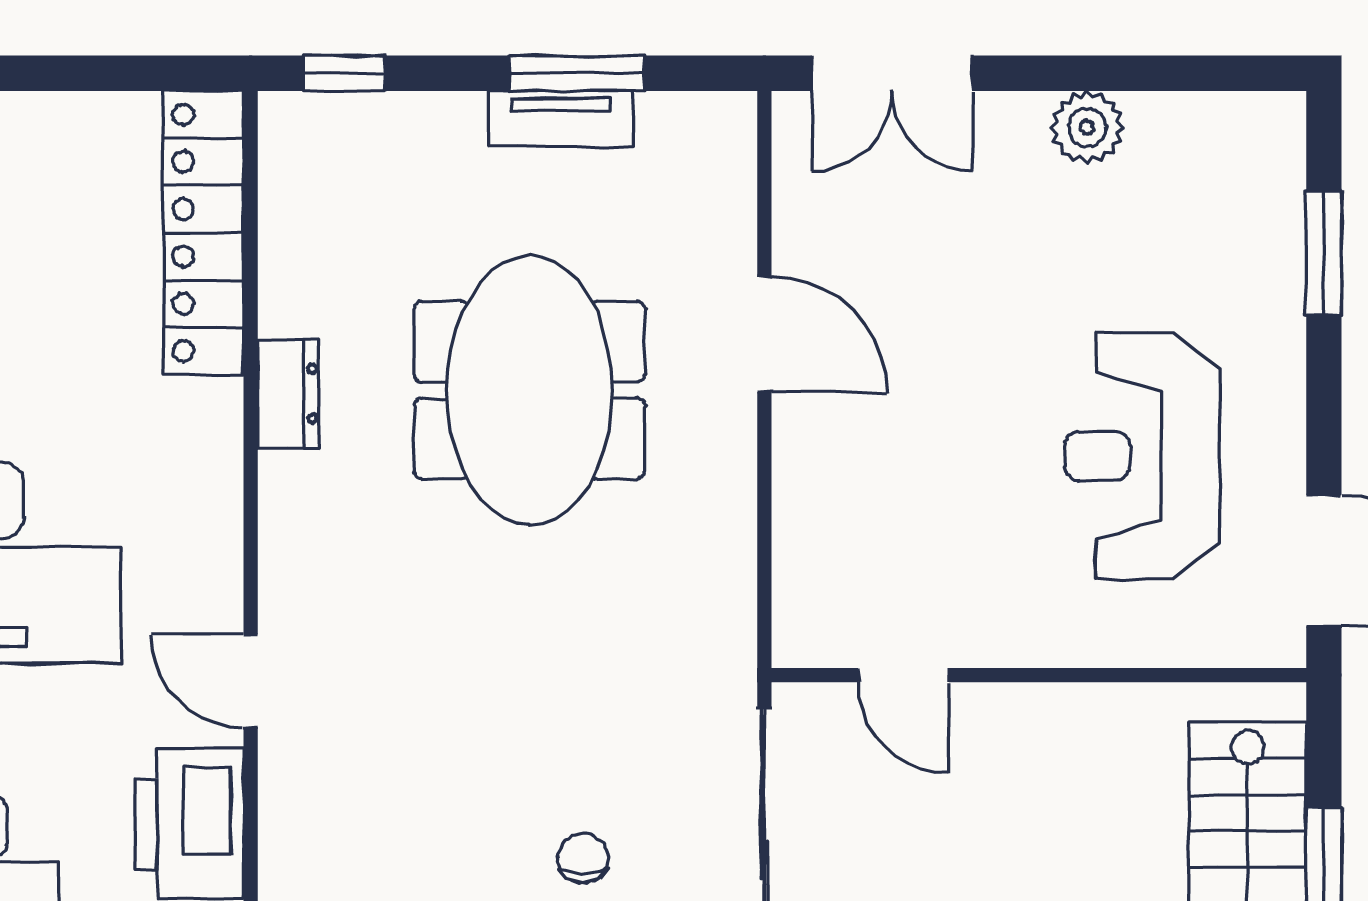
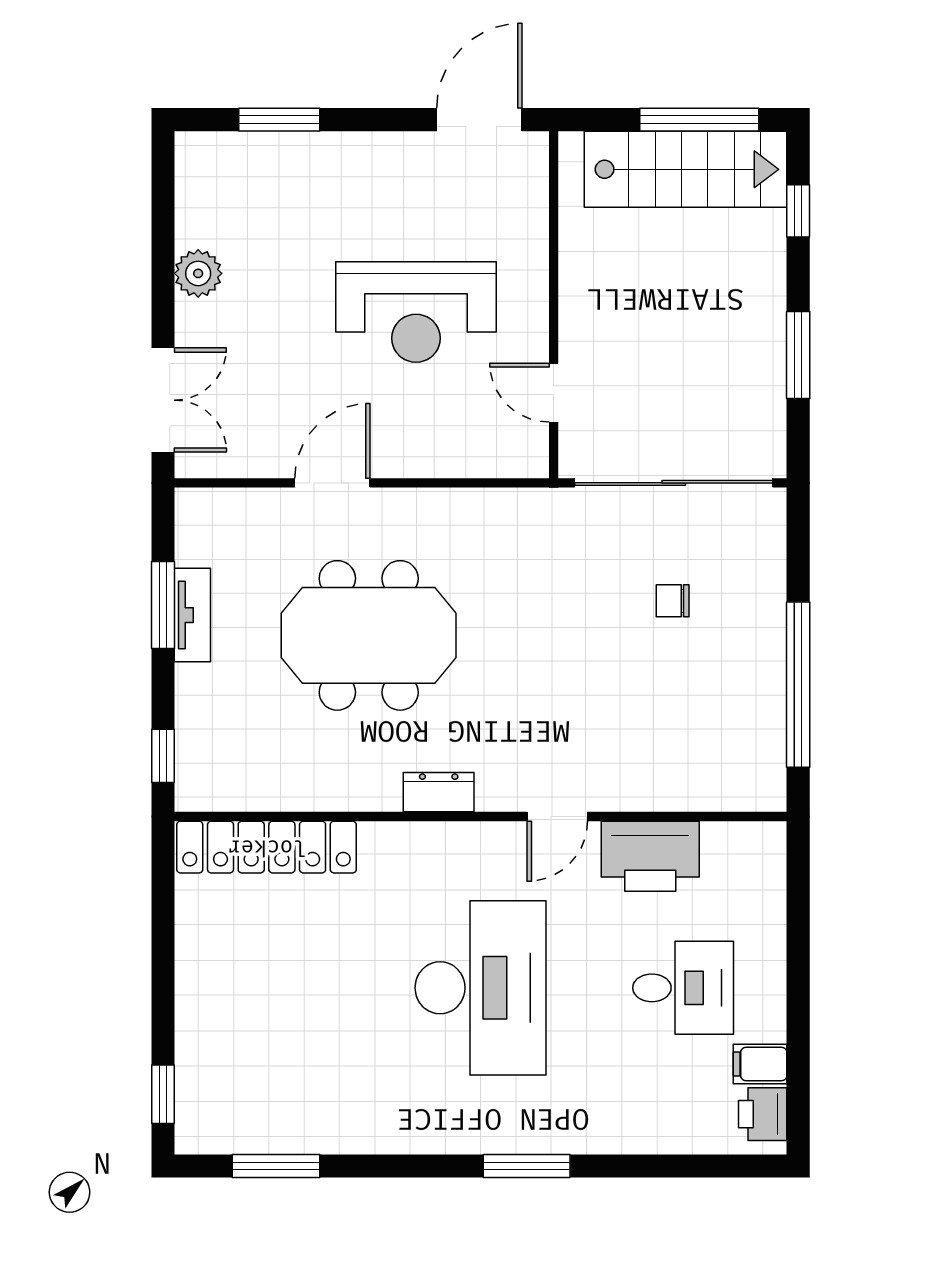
dresser: (288, 394) -> (439, 792), moved
reception desk: (1142, 456) -> (416, 312), moved
door: (903, 675) -> (554, 393), swing flipped

